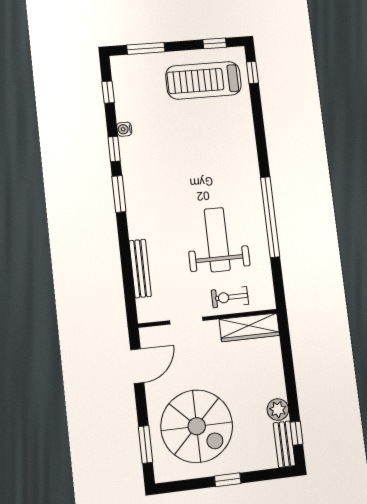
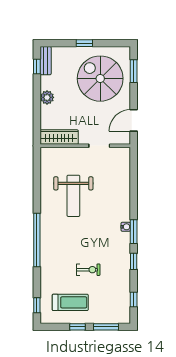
window: (215, 43) -> (78, 327), moved
treadmill: (204, 80) -> (70, 302), width x0.73, depth x0.73
water cooler: (124, 129) -> (126, 227), moved
window: (270, 217) -> (37, 240), moved
bench: (140, 269) -> (125, 182), removed
exercise bike: (230, 297) -> (88, 270), moved
plant: (278, 410) -> (47, 97), moved

